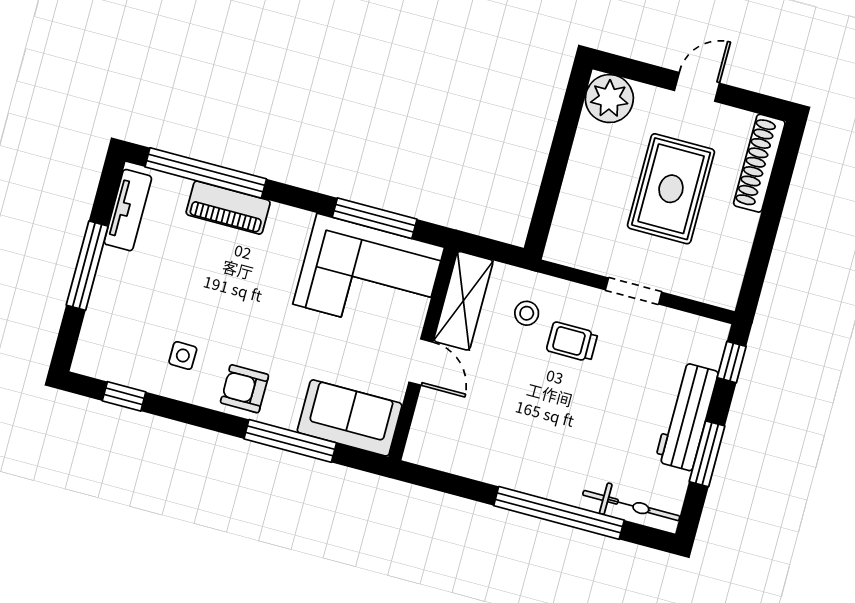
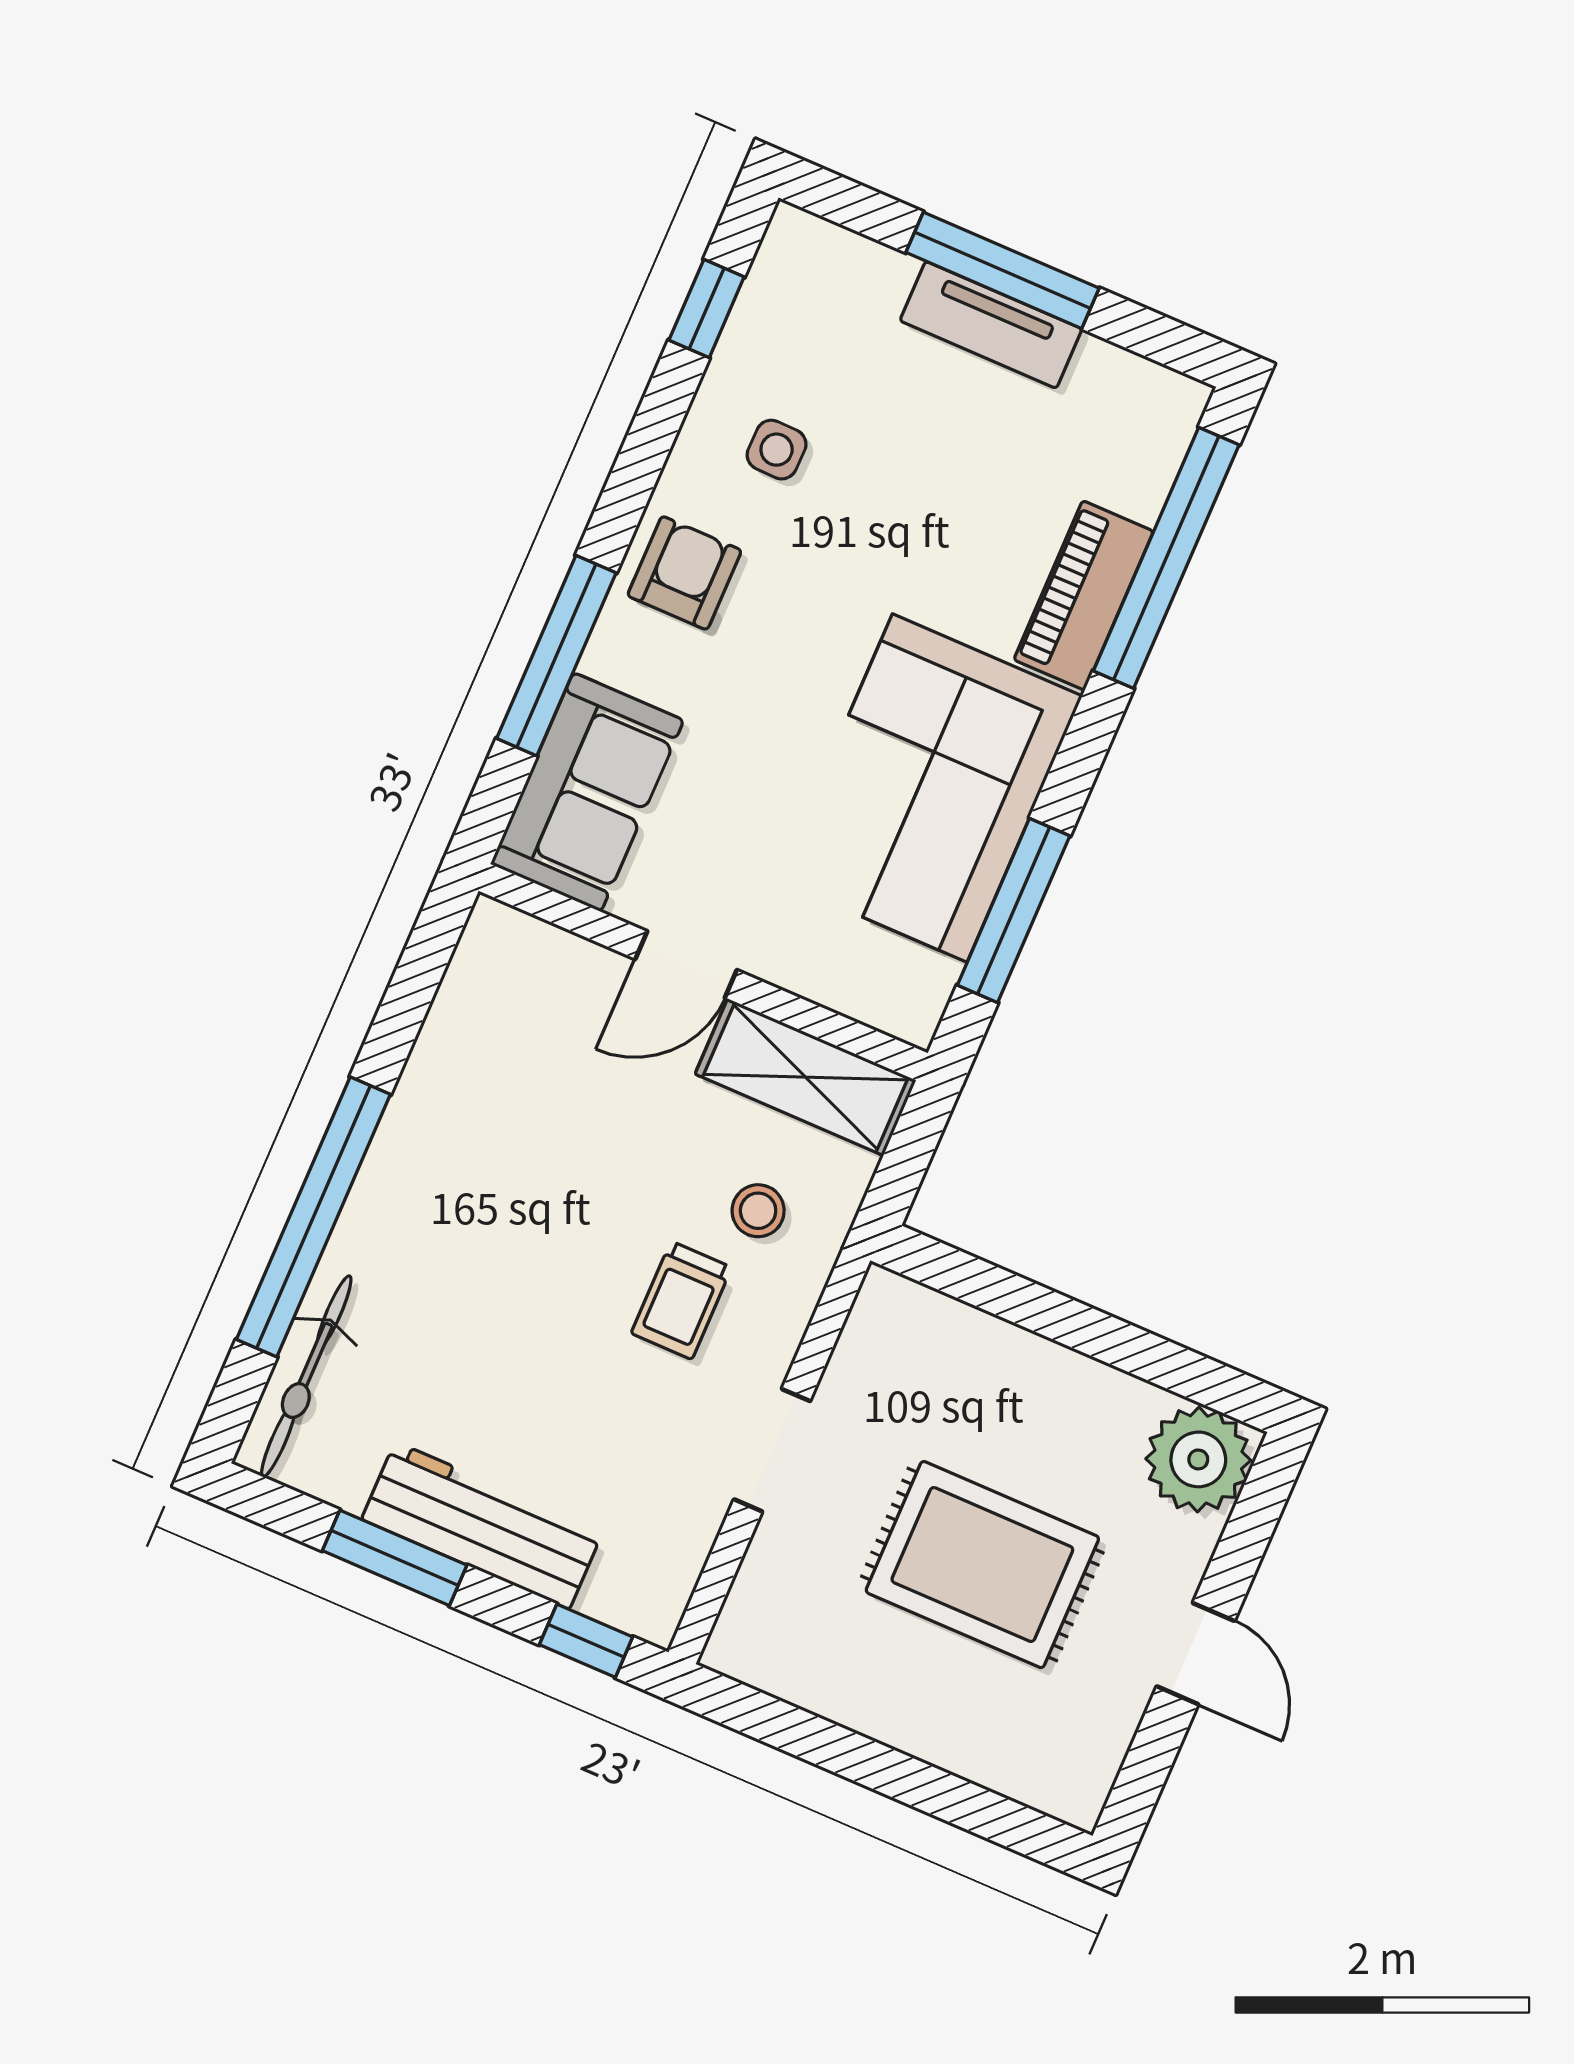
shoe rack: (759, 163) -> (1010, 1765), removed
tv unit: (128, 210) -> (991, 325), moved
corner sofa: (369, 276) -> (930, 788), moved
trolley: (572, 342) -> (681, 1300), turned 180

